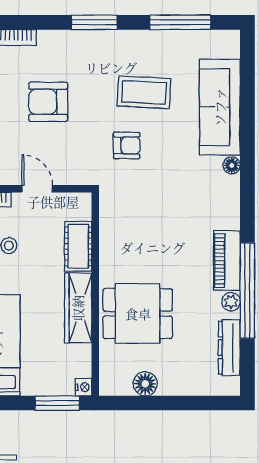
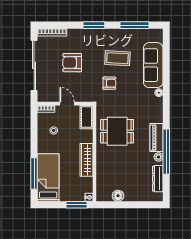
cot: (78, 246) -> (86, 117), moved
dining table: (138, 314) -> (117, 131), moved

